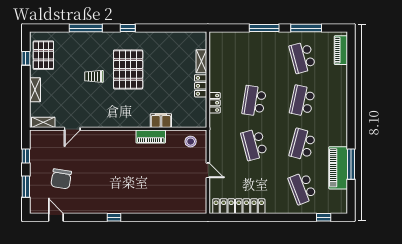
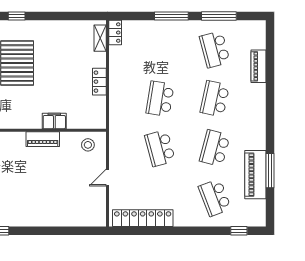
piano: (341, 50) -> (259, 66), moved
shelving: (201, 61) -> (100, 38), moved
locker: (215, 103) -> (115, 33), moved
door: (208, 170) -> (108, 177), swing flipped

